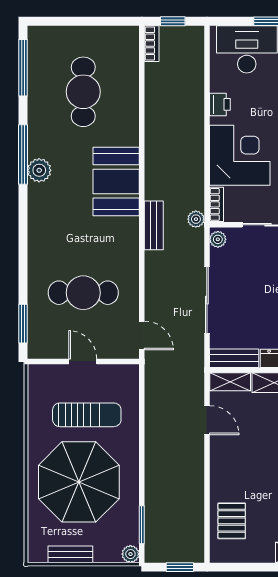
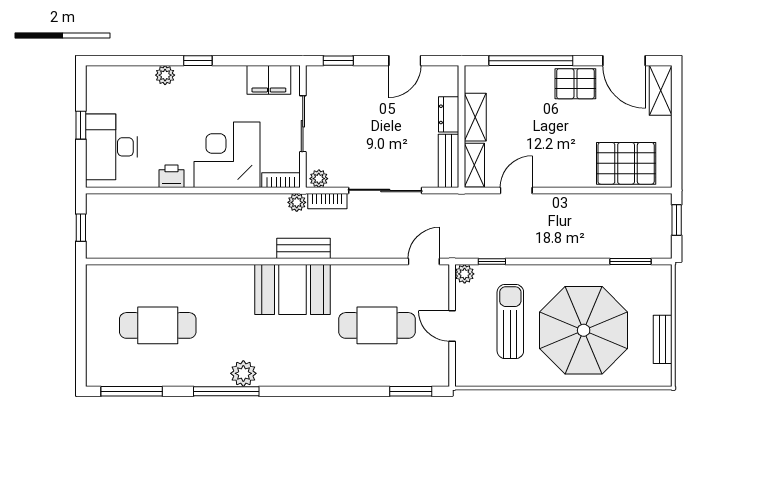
bookcase: (152, 44) -> (327, 201), moved, turned 180
booth: (116, 181) -> (292, 290), moved
cafe table: (83, 293) -> (377, 325), turned 90
door: (83, 361) -> (452, 326), hinge flipped
window: (142, 398) -> (492, 261), added
pallet: (232, 521) -> (626, 163), width x1.50, depth x1.42
plant: (130, 554) -> (465, 274), moved

